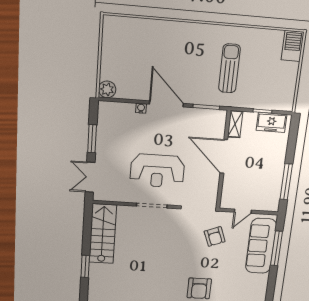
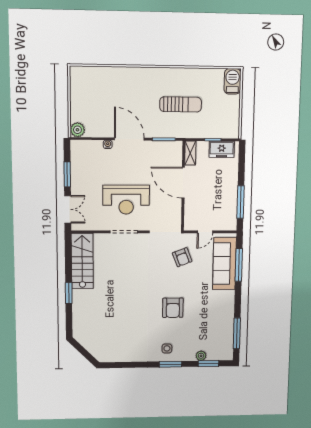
sun lounger: (229, 68) -> (181, 104), turned 90
double door: (90, 177) -> (68, 209), swing flipped

